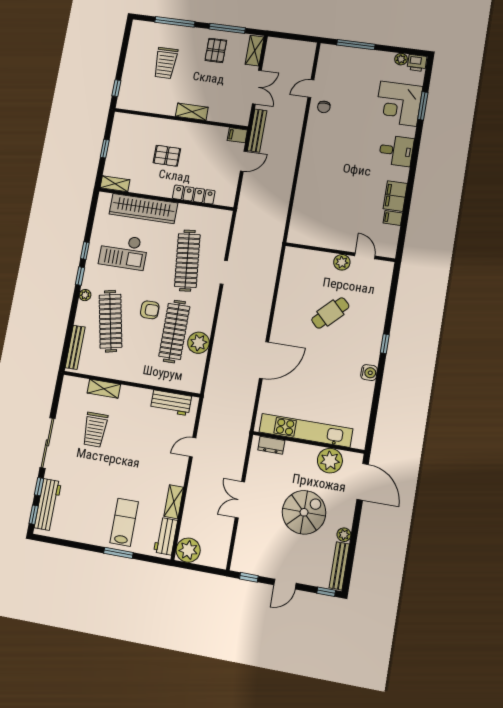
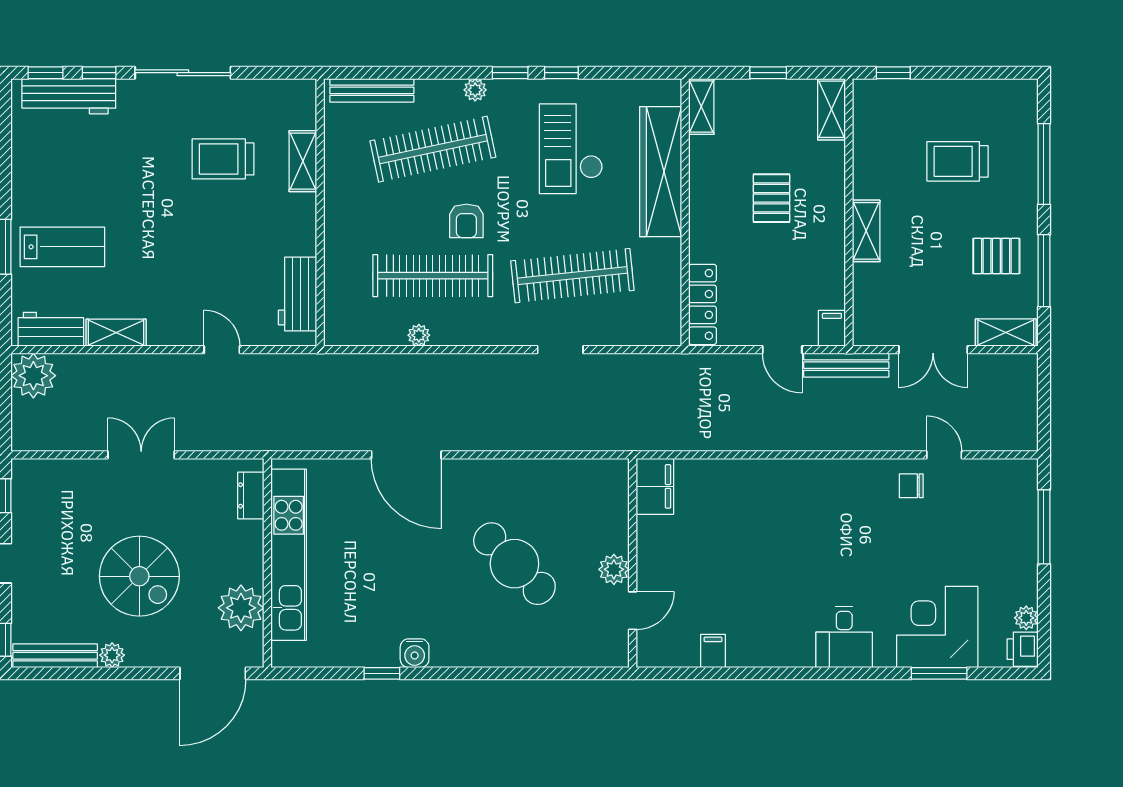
shelving: (129, 120) -> (832, 109), added
locker: (194, 195) -> (703, 304), moved
filing cabinet: (395, 196) -> (655, 486), moved, turned 90
cafe table: (330, 313) -> (514, 564), width x1.37, depth x1.35
plant: (198, 343) -> (419, 335), width x0.53, depth x0.53
window: (385, 344) -> (382, 673), moved

